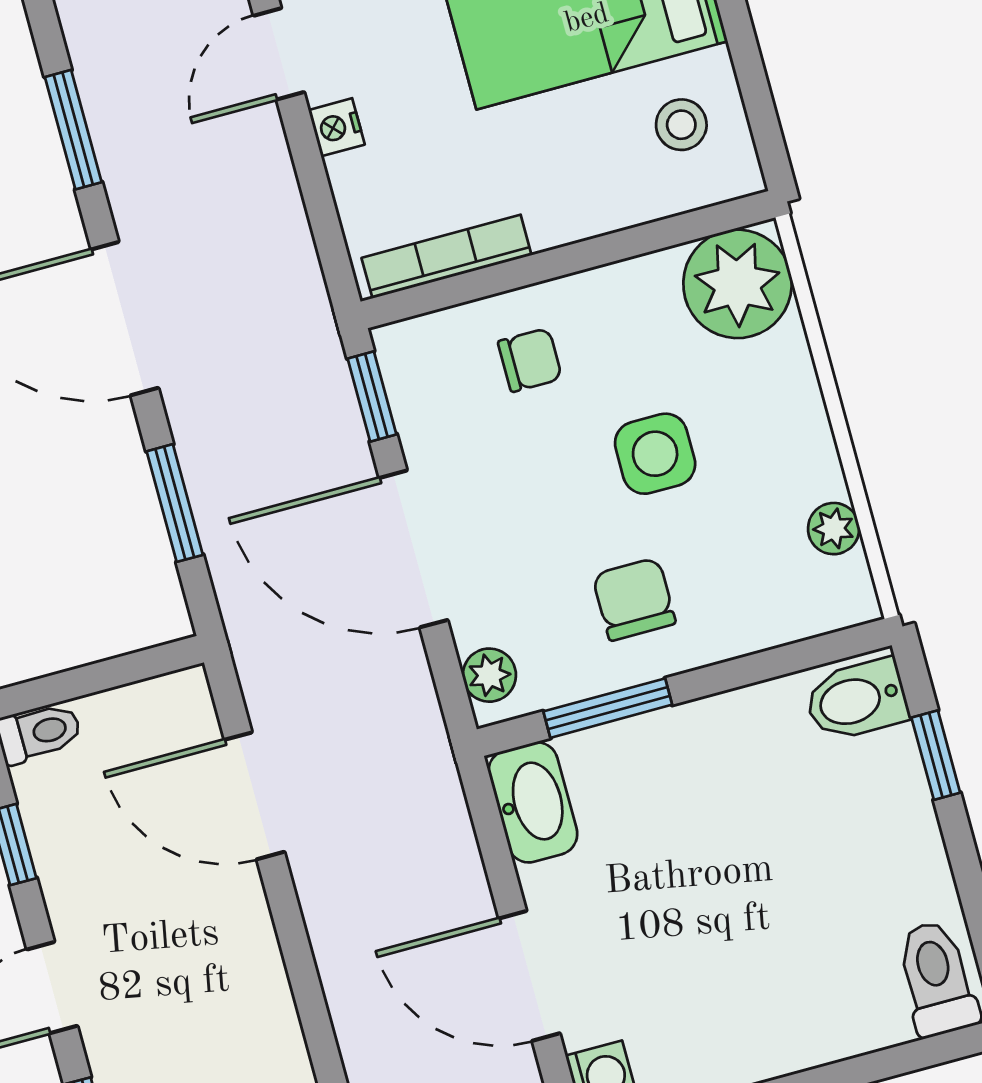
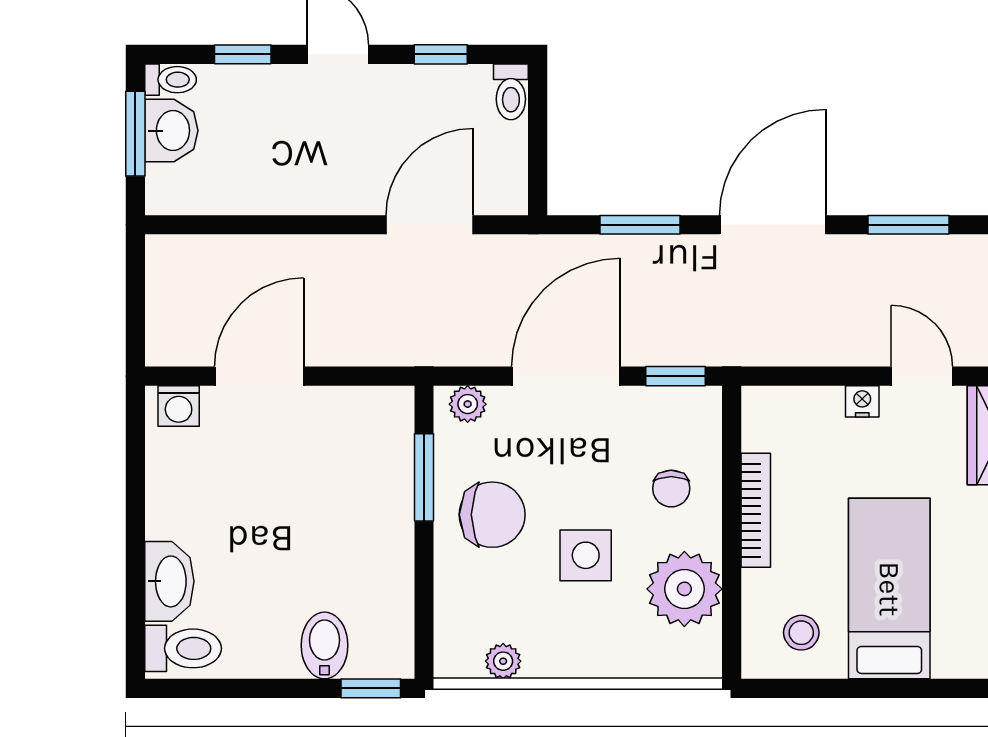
bookcase: (447, 257) -> (756, 510), moved
plant: (737, 284) -> (684, 589), moved
chair: (634, 599) -> (492, 515), width x1.37, depth x1.37
bidet: (857, 700) -> (325, 645), moved
window: (936, 755) -> (371, 688), moved
washbasin: (533, 802) -> (169, 581), moved, turned -90

